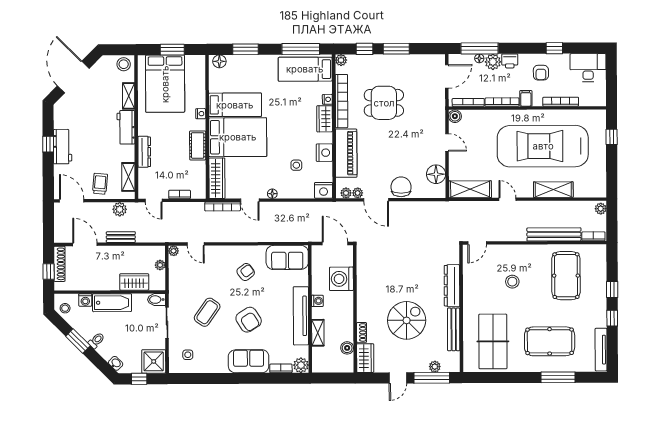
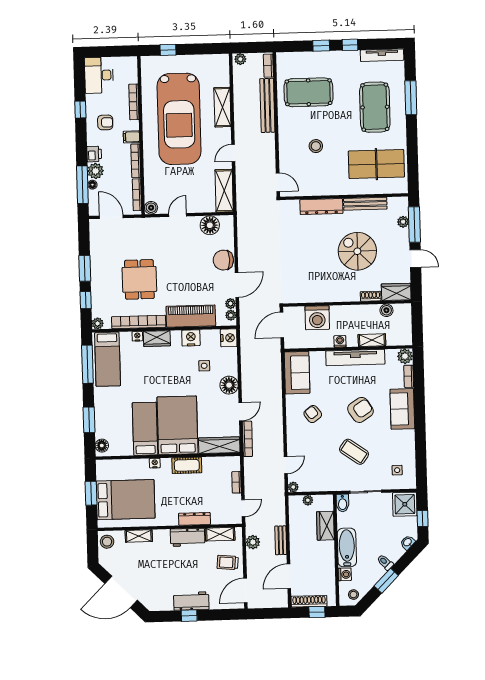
workbench: (126, 127) -> (188, 537), moved
floor lamp: (272, 194) -> (229, 385), width x1.89, depth x1.89

